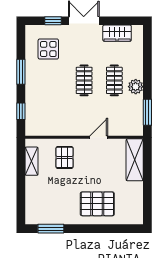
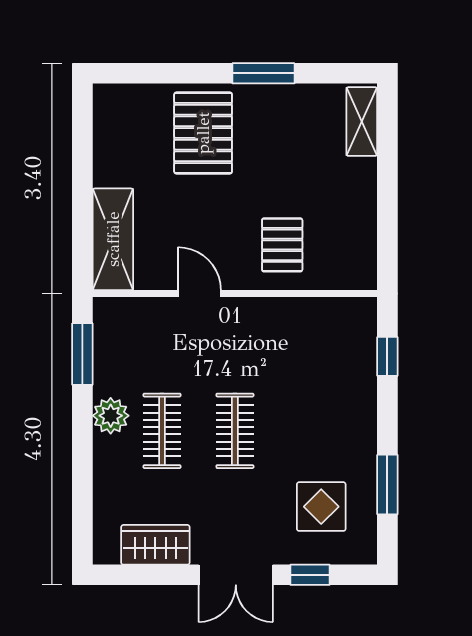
window: (21, 72) -> (387, 485), moved
door: (99, 137) -> (199, 294), swing flipped
shelving: (32, 161) -> (362, 122), moved
pallet: (97, 204) -> (203, 133), turned 90
window: (51, 229) -> (263, 73), moved

